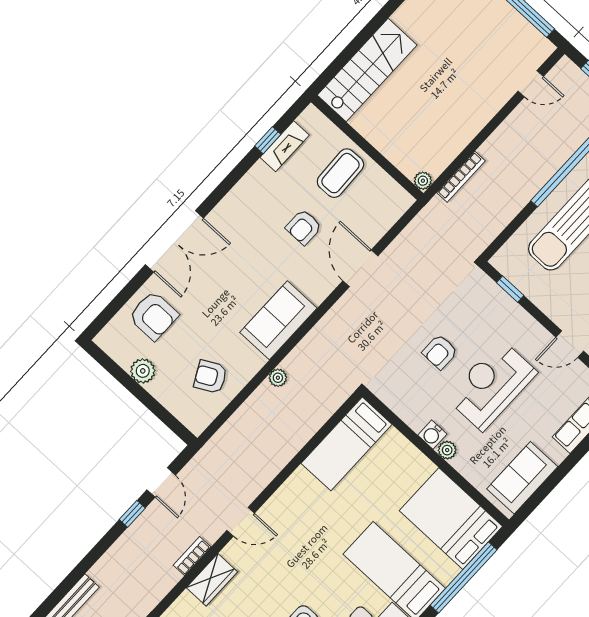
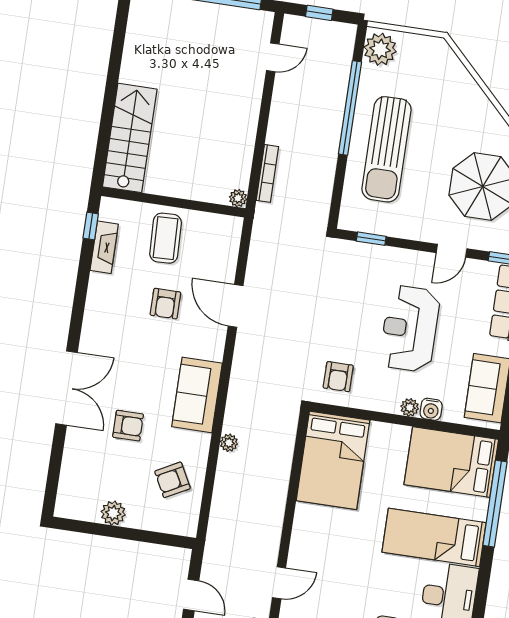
window: (268, 140) -> (91, 226), moved
armchair: (153, 316) -> (128, 426), moved, width x0.72, depth x0.72
armchair: (440, 352) -> (338, 377), moved
water cooler: (432, 435) -> (431, 409), moved
bed: (347, 444) -> (333, 460), width x1.50

